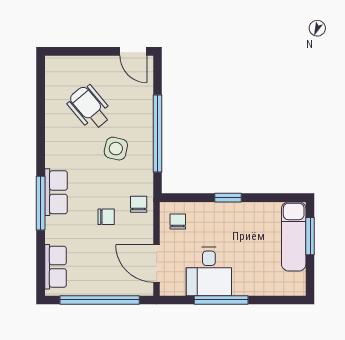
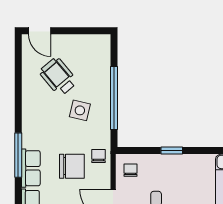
door: (133, 51) -> (40, 31), moved
row of seats: (56, 192) -> (31, 168), moved
chair: (106, 217) -> (72, 166), width x1.87, depth x1.87

